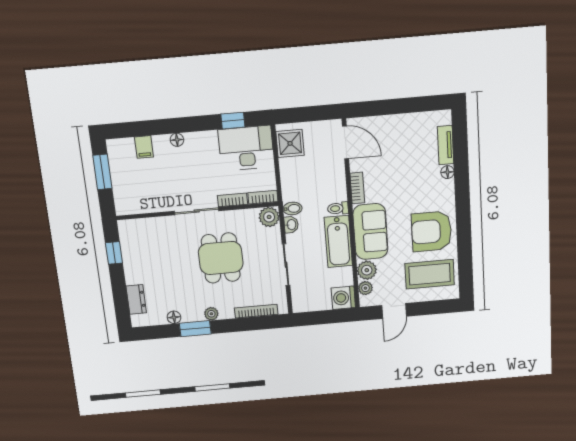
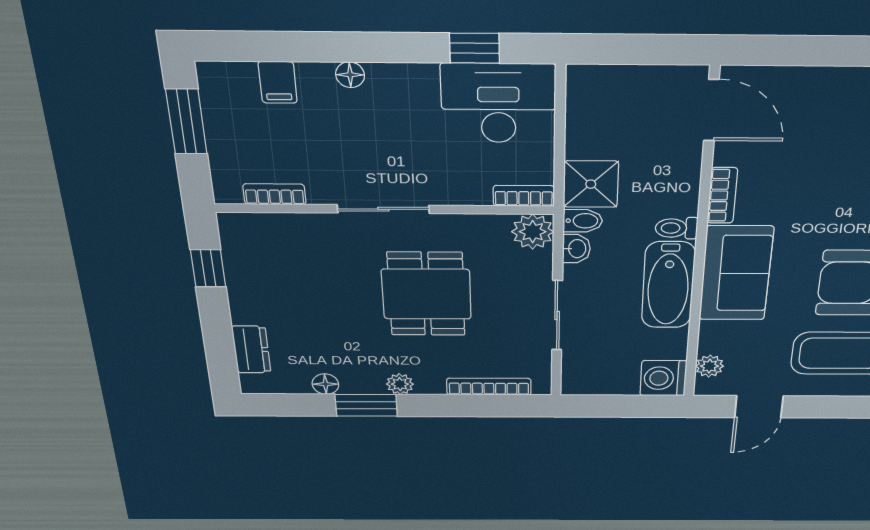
shower: (290, 143) -> (591, 184), moved
bookcase: (232, 200) -> (274, 194), moved
plant: (367, 270) -> (717, 337), removed

